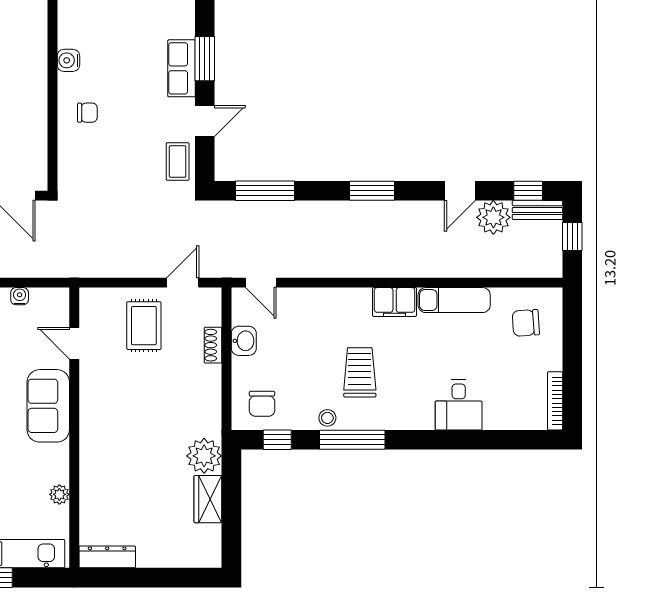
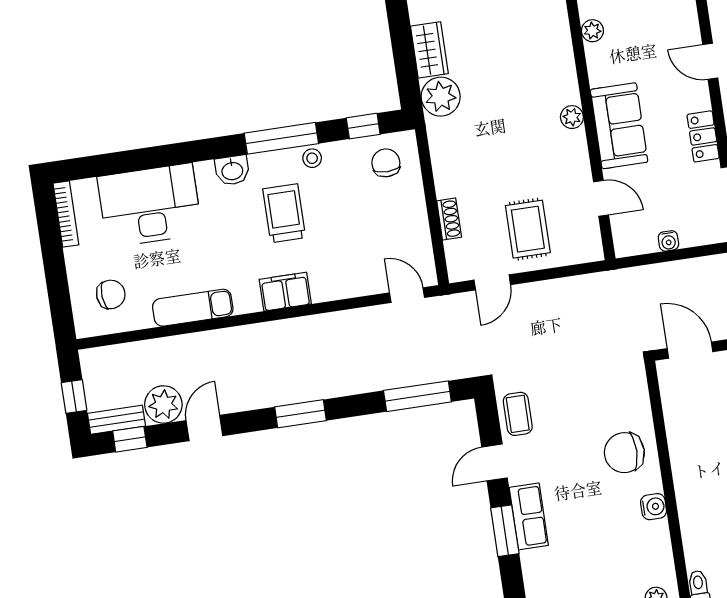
chair: (87, 113) -> (624, 453), width x1.87, depth x1.87
filing cabinet: (395, 302) -> (285, 292), moved
washbasin: (244, 341) -> (232, 170), moved, turned -90
trolley: (360, 372) -> (284, 213), turned 180
desk: (459, 405) -> (150, 205), width x1.87, depth x1.30
plant: (89, 420) -> (572, 117), added

